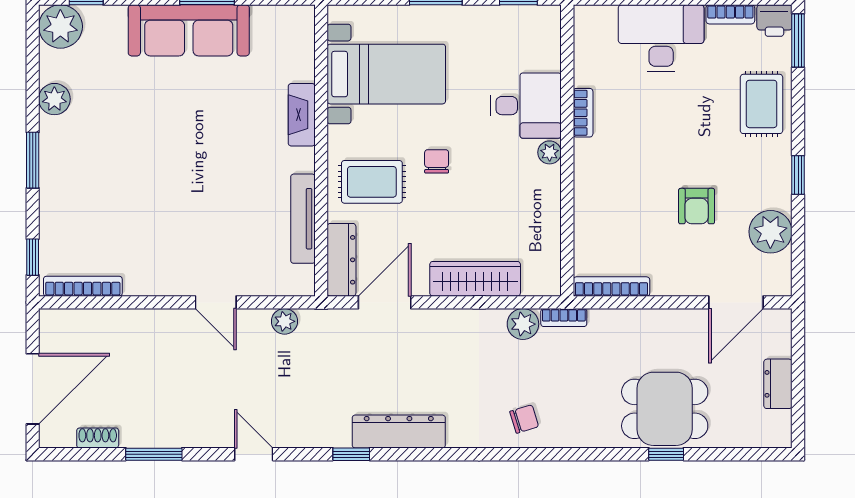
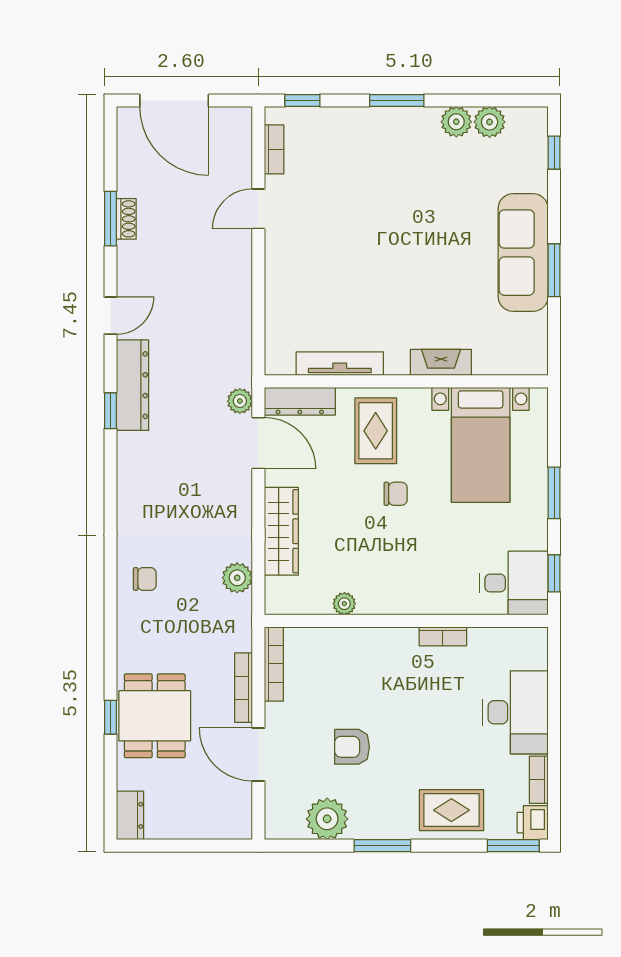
plant: (60, 26) -> (490, 122), moved, width x0.73, depth x0.73
desk: (526, 106) -> (514, 583), moved, turned -90
plant: (550, 152) -> (344, 604), moved
window: (798, 175) -> (382, 846), width x1.50
bookcase: (83, 286) -> (274, 149), width x0.64
door: (216, 302) -> (258, 209), moved
door: (736, 302) -> (258, 754), moved
bookcase: (564, 318) -> (244, 688), moved, width x1.56
plant: (284, 321) -> (240, 401), moved
dresser: (778, 384) -> (130, 815), moved, turned 90
chair: (524, 419) -> (145, 579), turned -73
dresser: (399, 432) -> (133, 385), moved
shoe rack: (98, 438) -> (126, 219), moved

